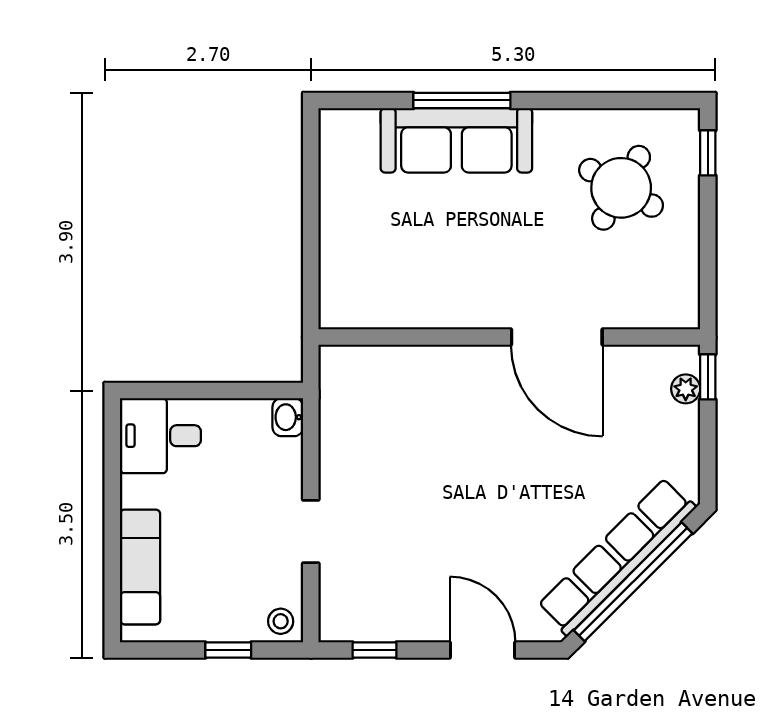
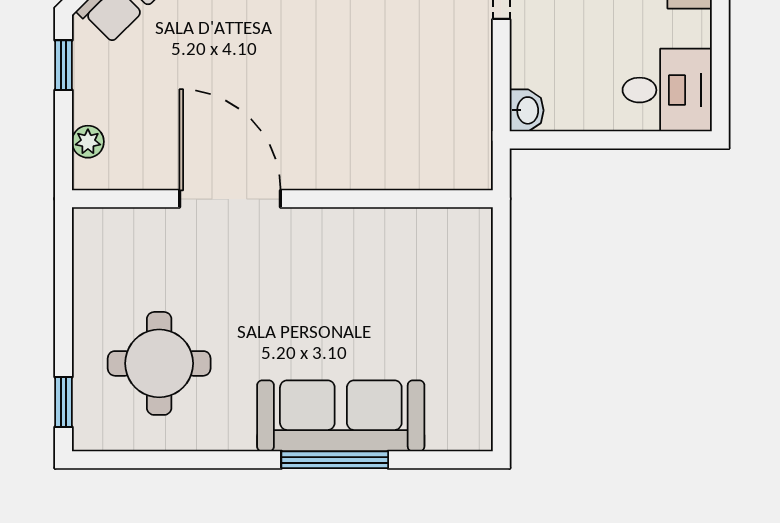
round table: (621, 188) -> (159, 363), turned -30
window: (708, 377) -> (63, 65), moved

